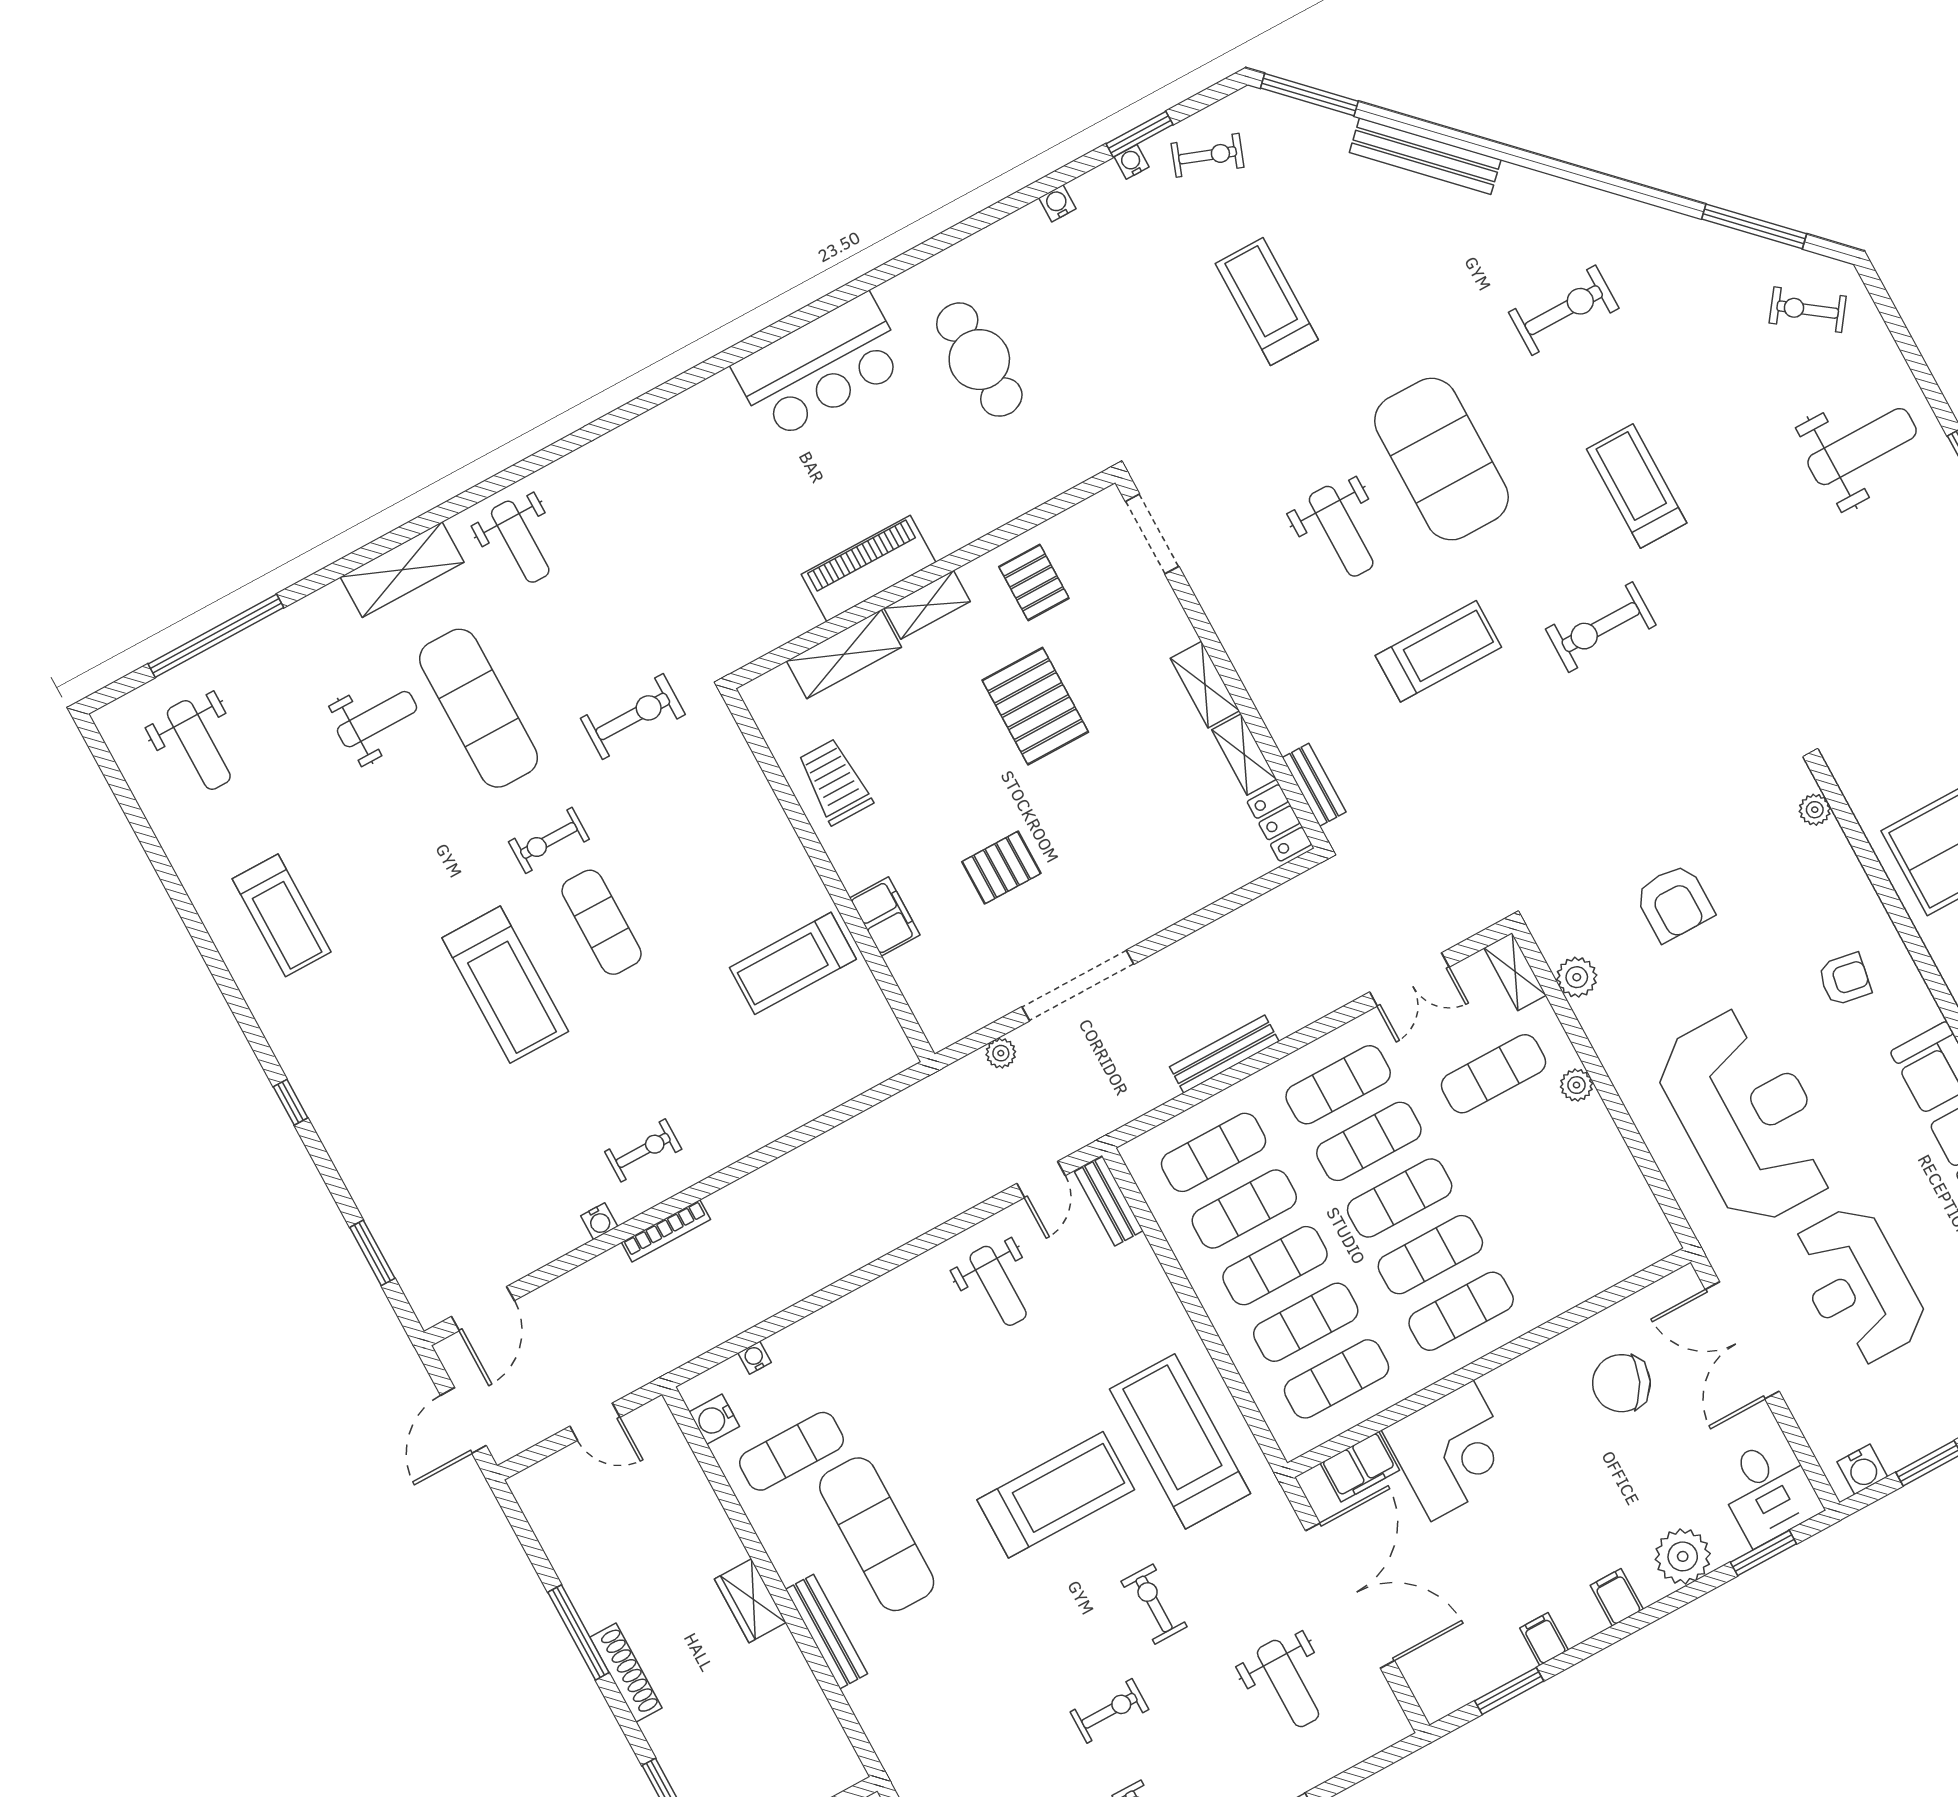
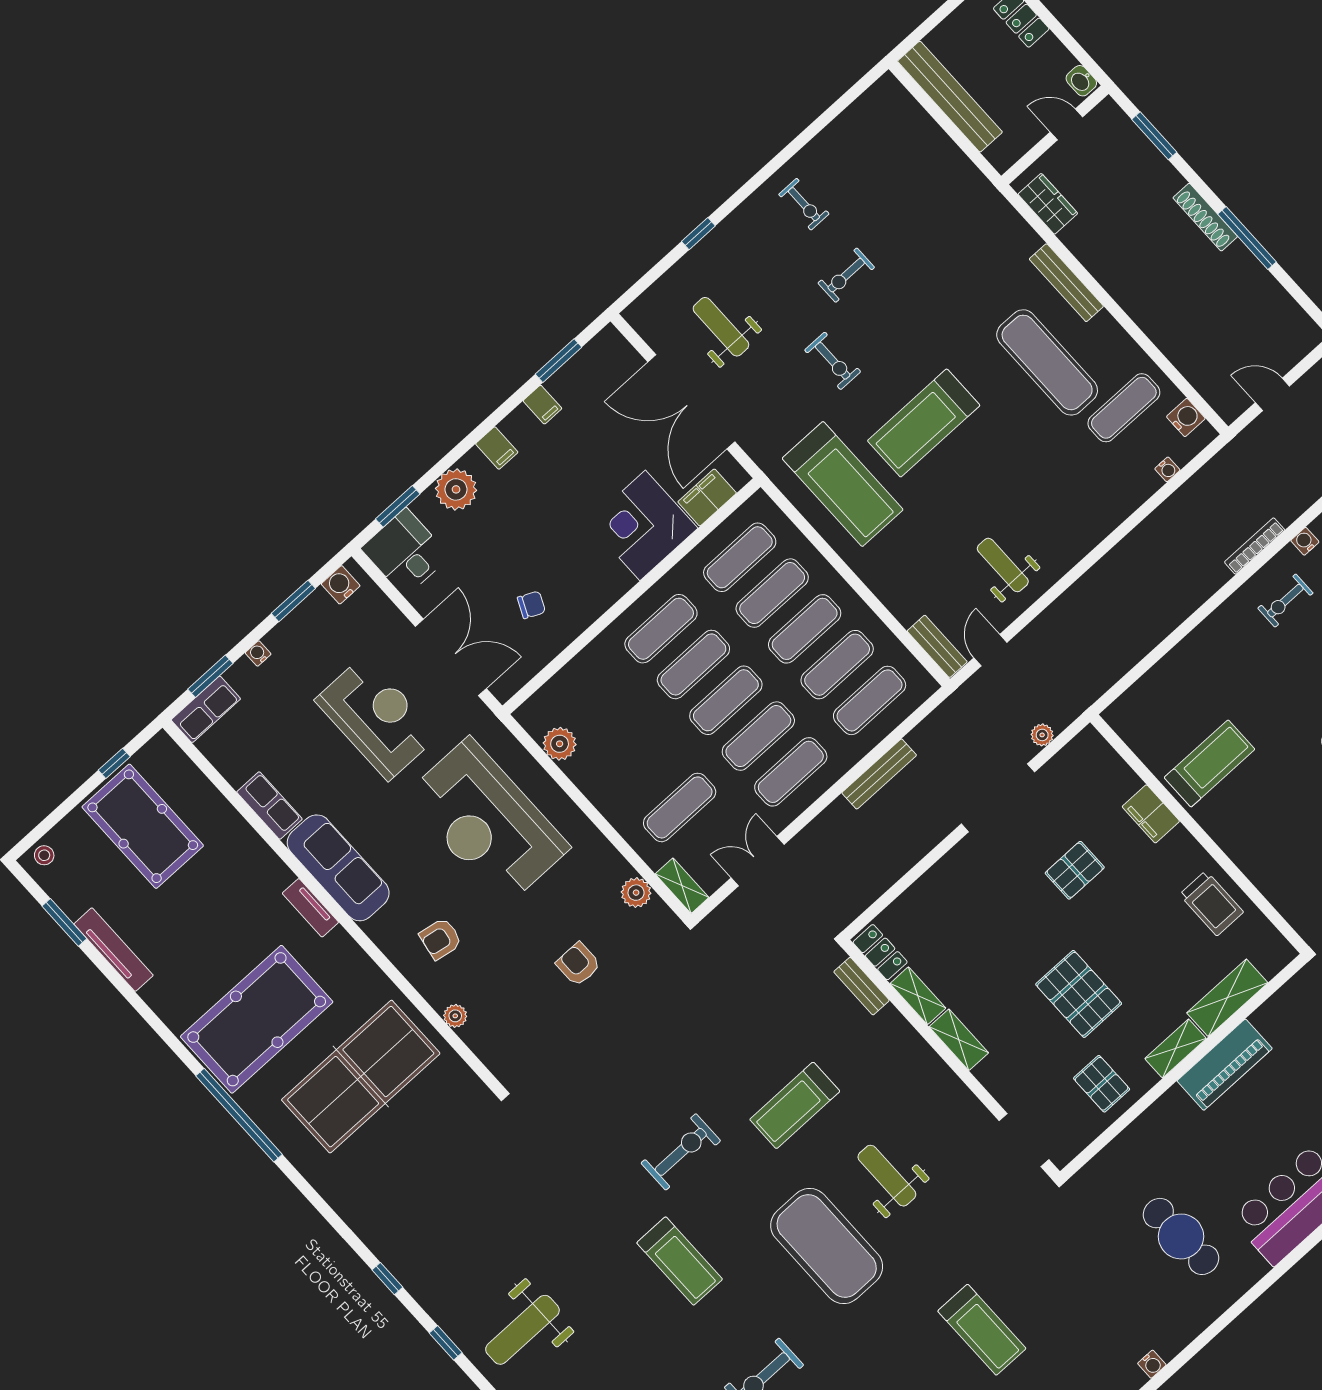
plant: (1815, 810) -> (455, 1016), moved
armchair: (1674, 903) -> (578, 964), width x0.72, depth x0.72
plant: (1576, 1085) -> (560, 744), moved, width x1.38, depth x1.38
chair: (1621, 1383) -> (531, 605), width x0.54, depth x0.54
wardrobe: (750, 1601) -> (1048, 204), moved

